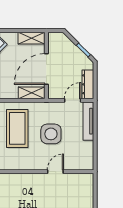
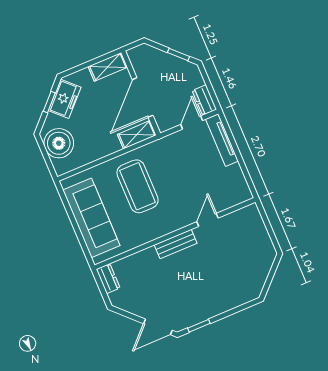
dresser: (88, 84) -> (204, 100), width x0.70
side table: (51, 134) -> (182, 175), removed
bench: (27, 179) -> (176, 244), added

